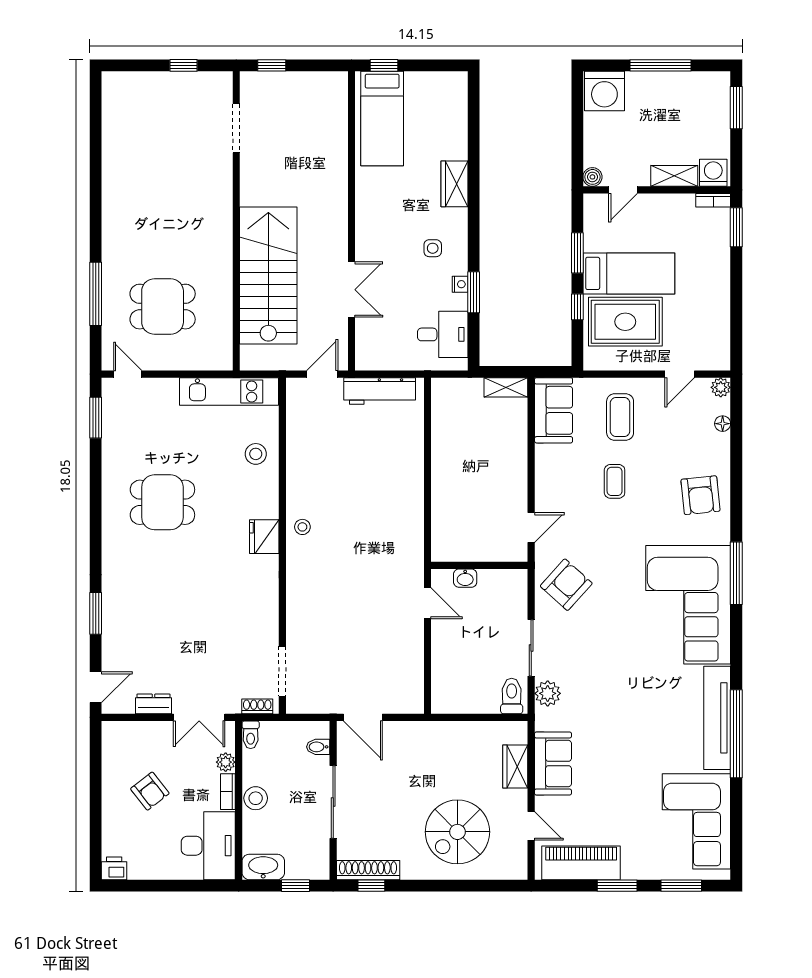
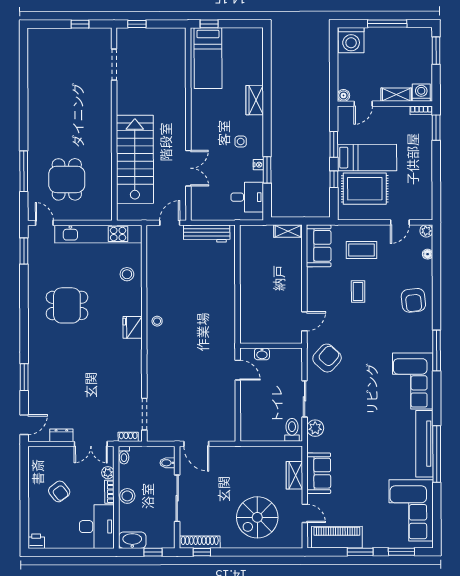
dining table: (163, 307) -> (67, 179), turned 90
kitchen unit: (229, 392) -> (98, 234), width x1.36
coffee table: (620, 417) -> (362, 250), turned 90
corner sofa: (688, 605) -> (413, 381), width x0.73, depth x0.74

